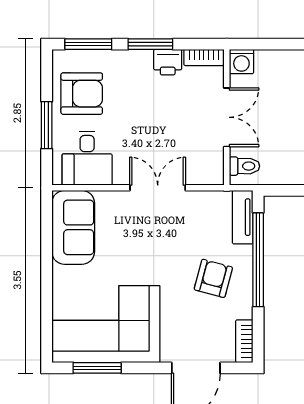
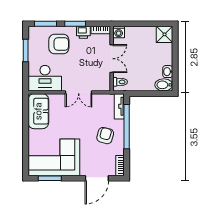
armchair: (82, 94) -> (59, 44), moved
window: (47, 125) -> (26, 50), moved
desk: (87, 158) -> (45, 78), width x1.37
double door: (158, 188) -> (79, 92), swing flipped

